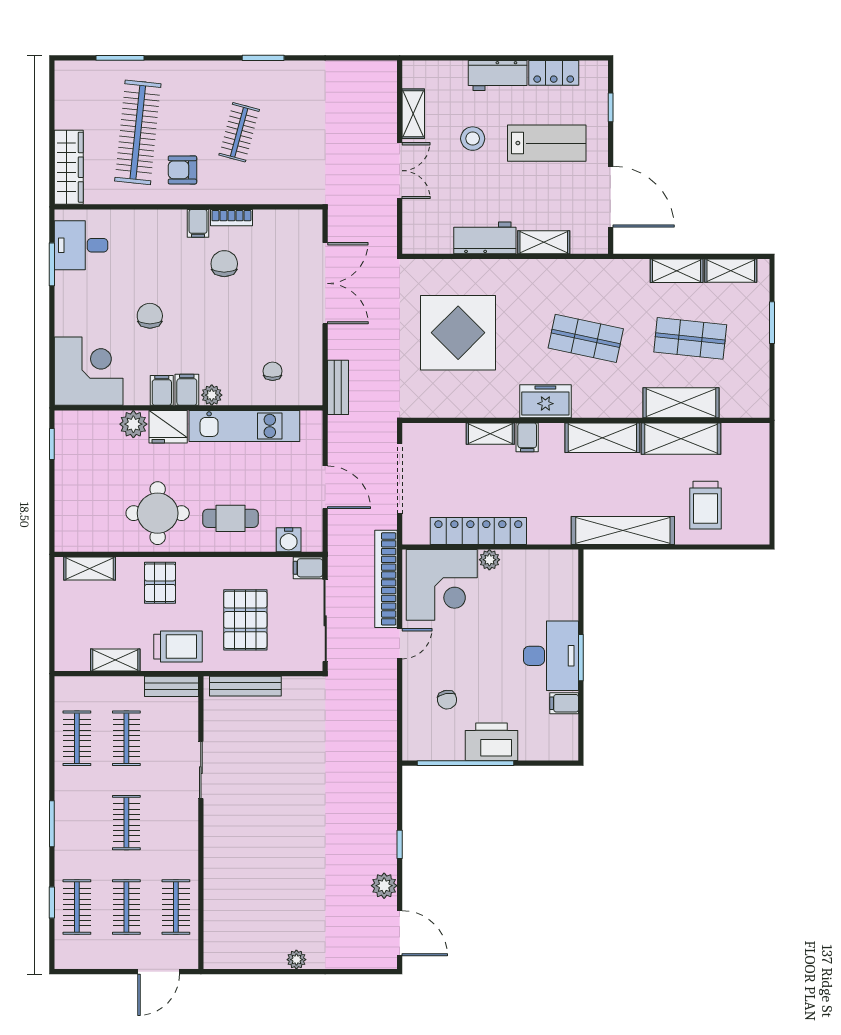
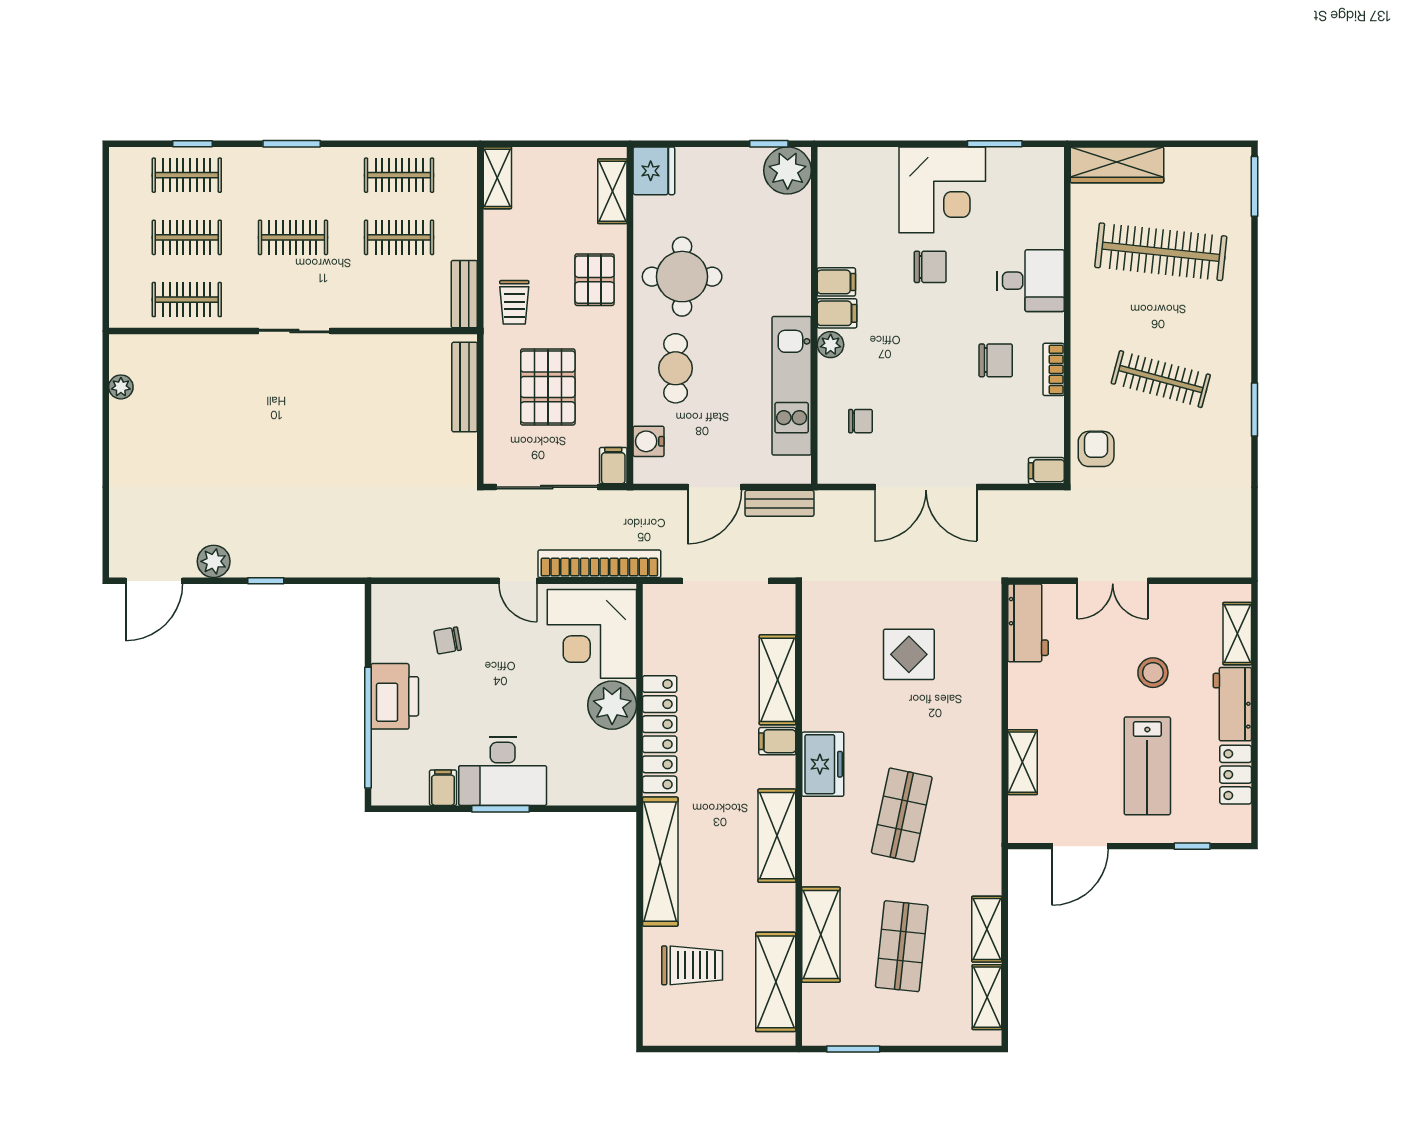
window: (120, 58) -> (1254, 186), moved
shelving: (413, 114) -> (1237, 634), moved, turned 90
clothes rail: (239, 132) -> (1161, 379), width x1.36
armchair: (182, 170) -> (1096, 449), moved
door: (611, 197) -> (1080, 846), width x0.73
filing cabinet: (198, 223) -> (1046, 471), moved
workbench: (485, 238) -> (1028, 623), moved
desk: (81, 245) -> (1031, 281), moved, turned 90
double door: (325, 283) -> (926, 487), moved
window: (772, 323) -> (853, 1049), moved
display table: (458, 333) -> (909, 654), width x0.54, depth x0.54
corner desk: (89, 371) -> (942, 190), moved
bench: (338, 387) -> (780, 503), moved
plant: (133, 424) -> (788, 170), moved, width x1.36, depth x1.36
fridge: (168, 427) -> (654, 171), moved, turned 180
shelving: (490, 434) -> (778, 680), width x1.50, depth x1.33
shelving: (681, 439) -> (776, 982), moved
trolley: (705, 505) -> (692, 965), turned 180
locker: (478, 531) -> (660, 734), moved
plant: (489, 560) -> (612, 705), width x1.87, depth x1.87
pallet: (160, 583) -> (595, 280), turned 90
pallet: (245, 620) -> (548, 387), turned 90
trolley: (178, 647) -> (514, 302), width x0.73, depth x0.72
shelving: (115, 660) -> (497, 178), moved
window: (465, 763) -> (368, 728), moved
sliding door: (201, 770) -> (294, 331), moved
plant: (296, 960) -> (121, 387), moved
door: (159, 972) -> (106, 278), removed

